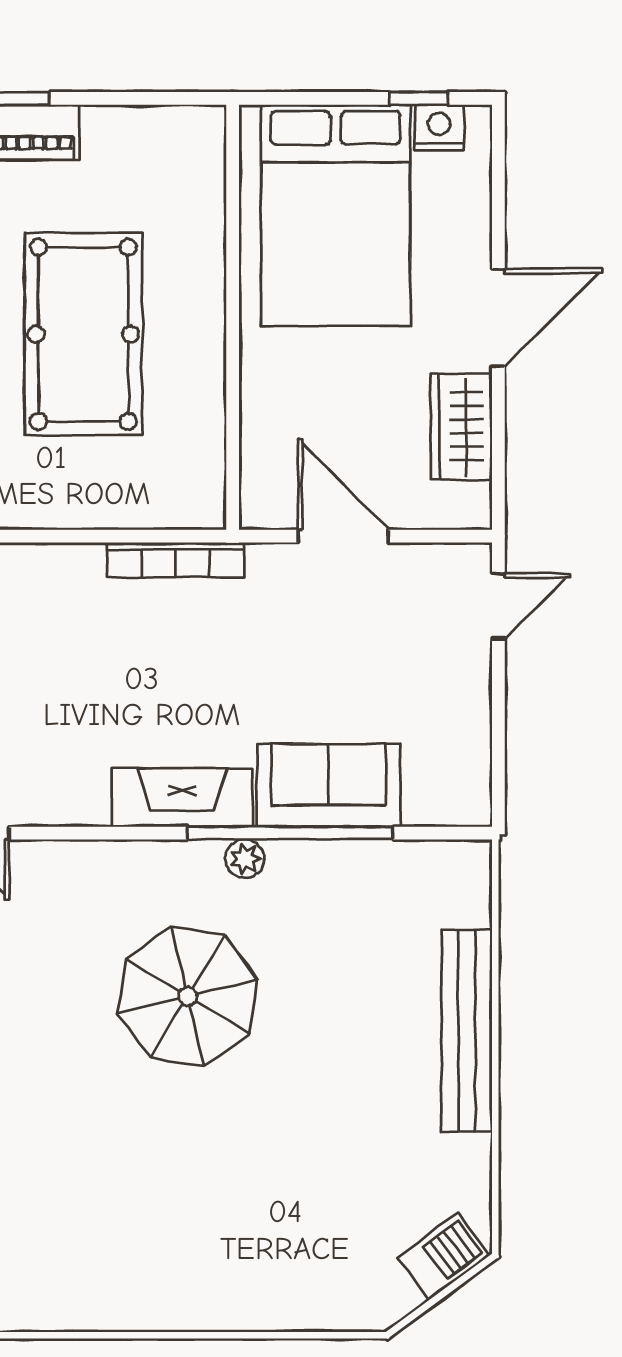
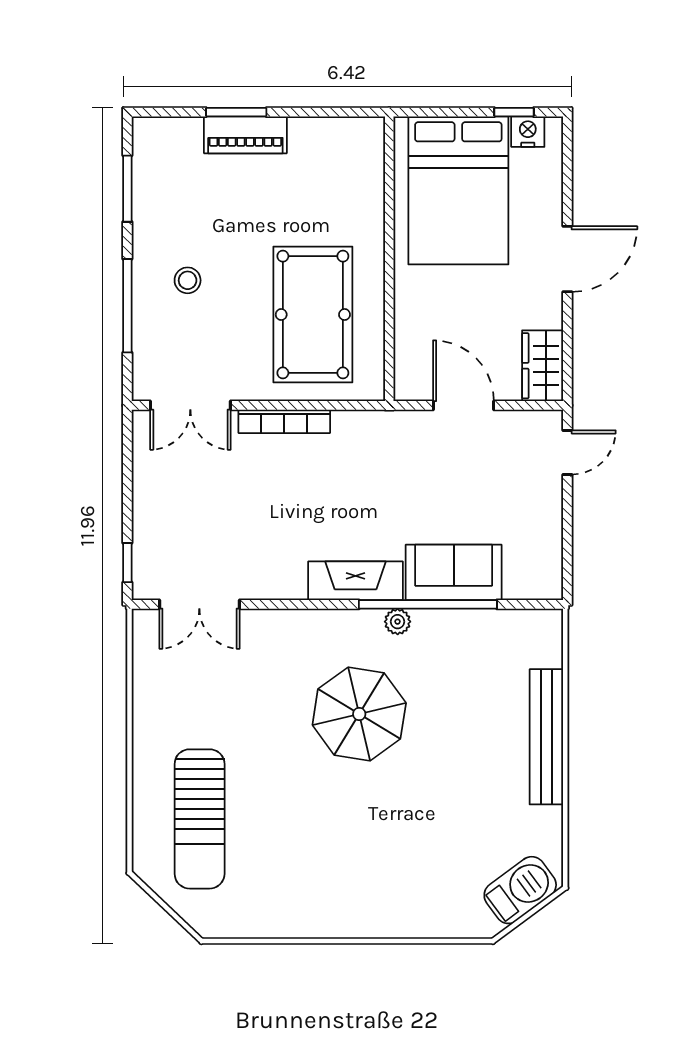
pool table: (83, 334) -> (313, 315), moved
wardrobe: (461, 427) -> (543, 366), moved
bookcase: (176, 560) -> (284, 421), moved
barbecue: (443, 1257) -> (520, 890), width x1.38, depth x1.27

